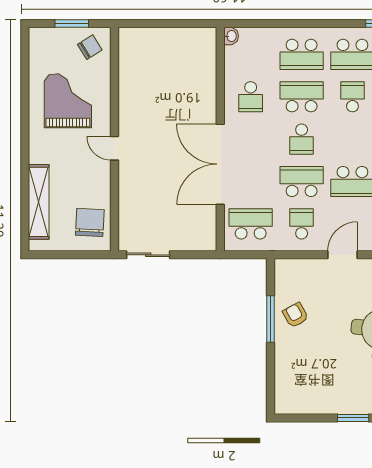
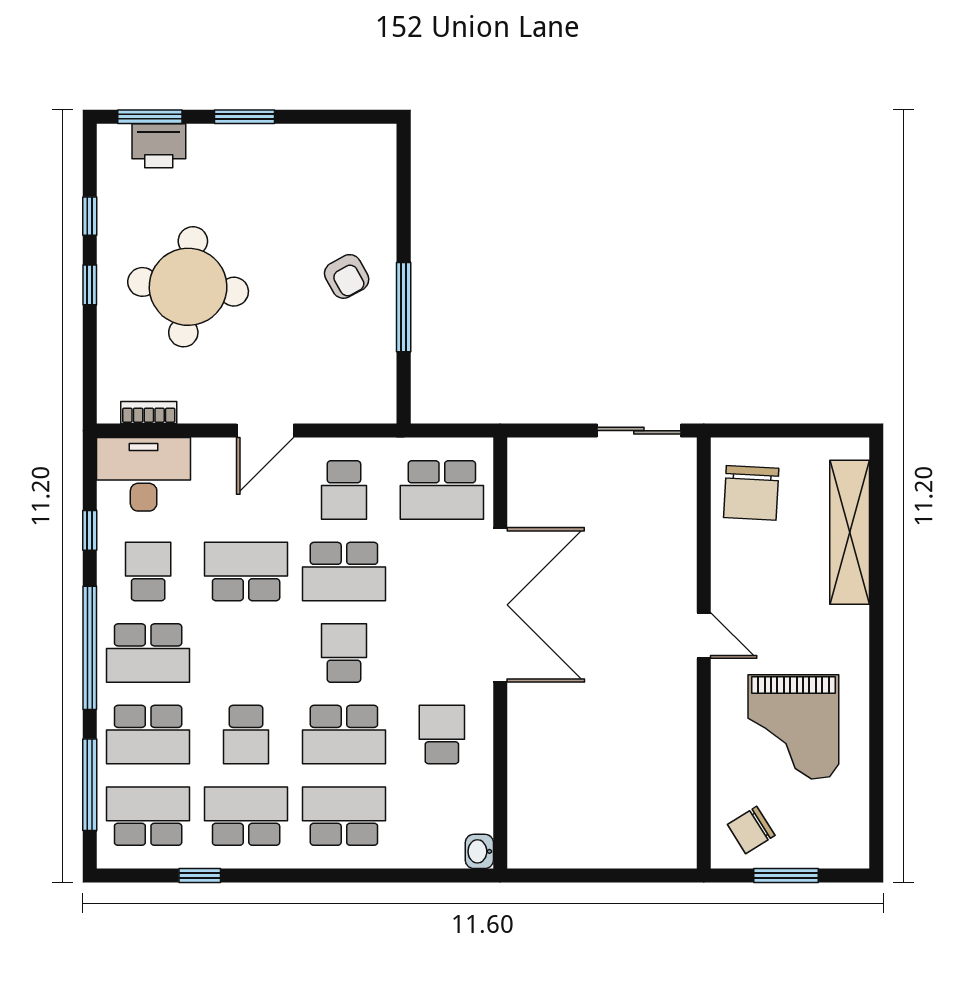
armchair: (295, 315) -> (347, 276), moved

